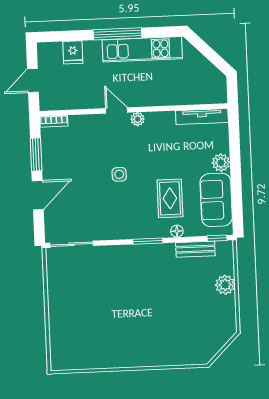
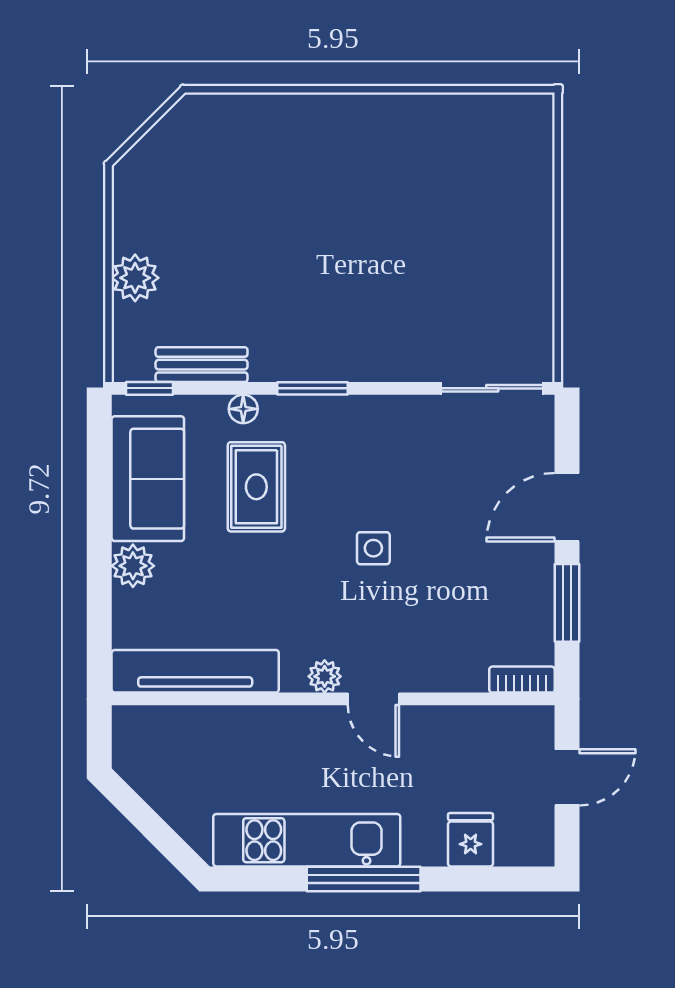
tv unit: (202, 117) -> (195, 671), width x1.36, depth x1.29

